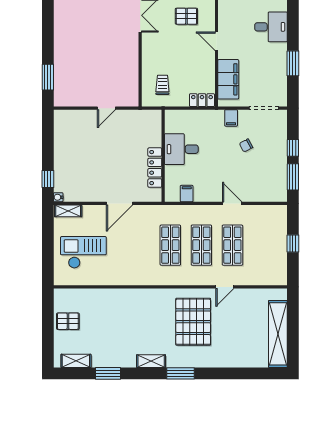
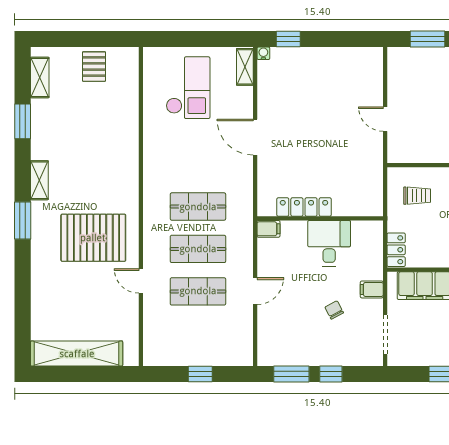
desk: (181, 149) -> (329, 243), moved
wall: (163, 156) -> (320, 218), moved
locker: (155, 168) -> (304, 207), moved

